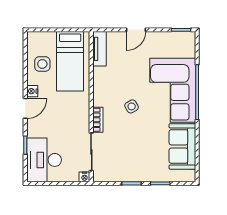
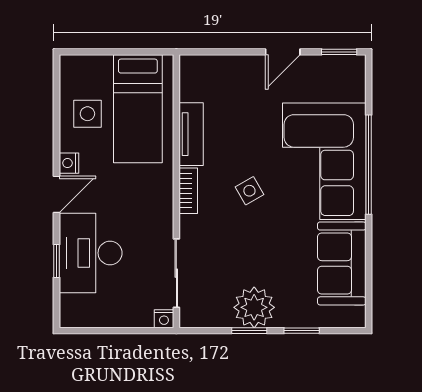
door: (136, 30) -> (283, 52), moved
tv unit: (99, 49) -> (191, 134), moved
bookcase: (98, 120) -> (188, 191), moved
desk: (44, 160) -> (91, 253), moved
plant: (134, 171) -> (254, 307), added

